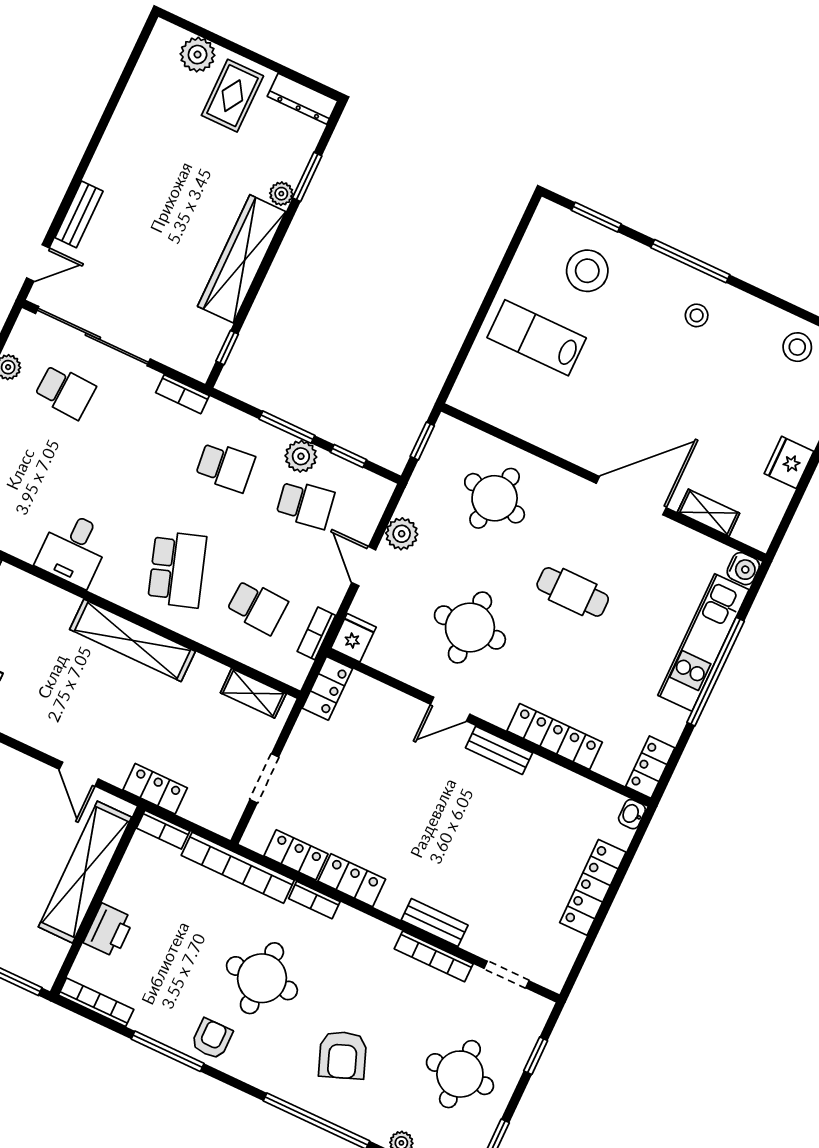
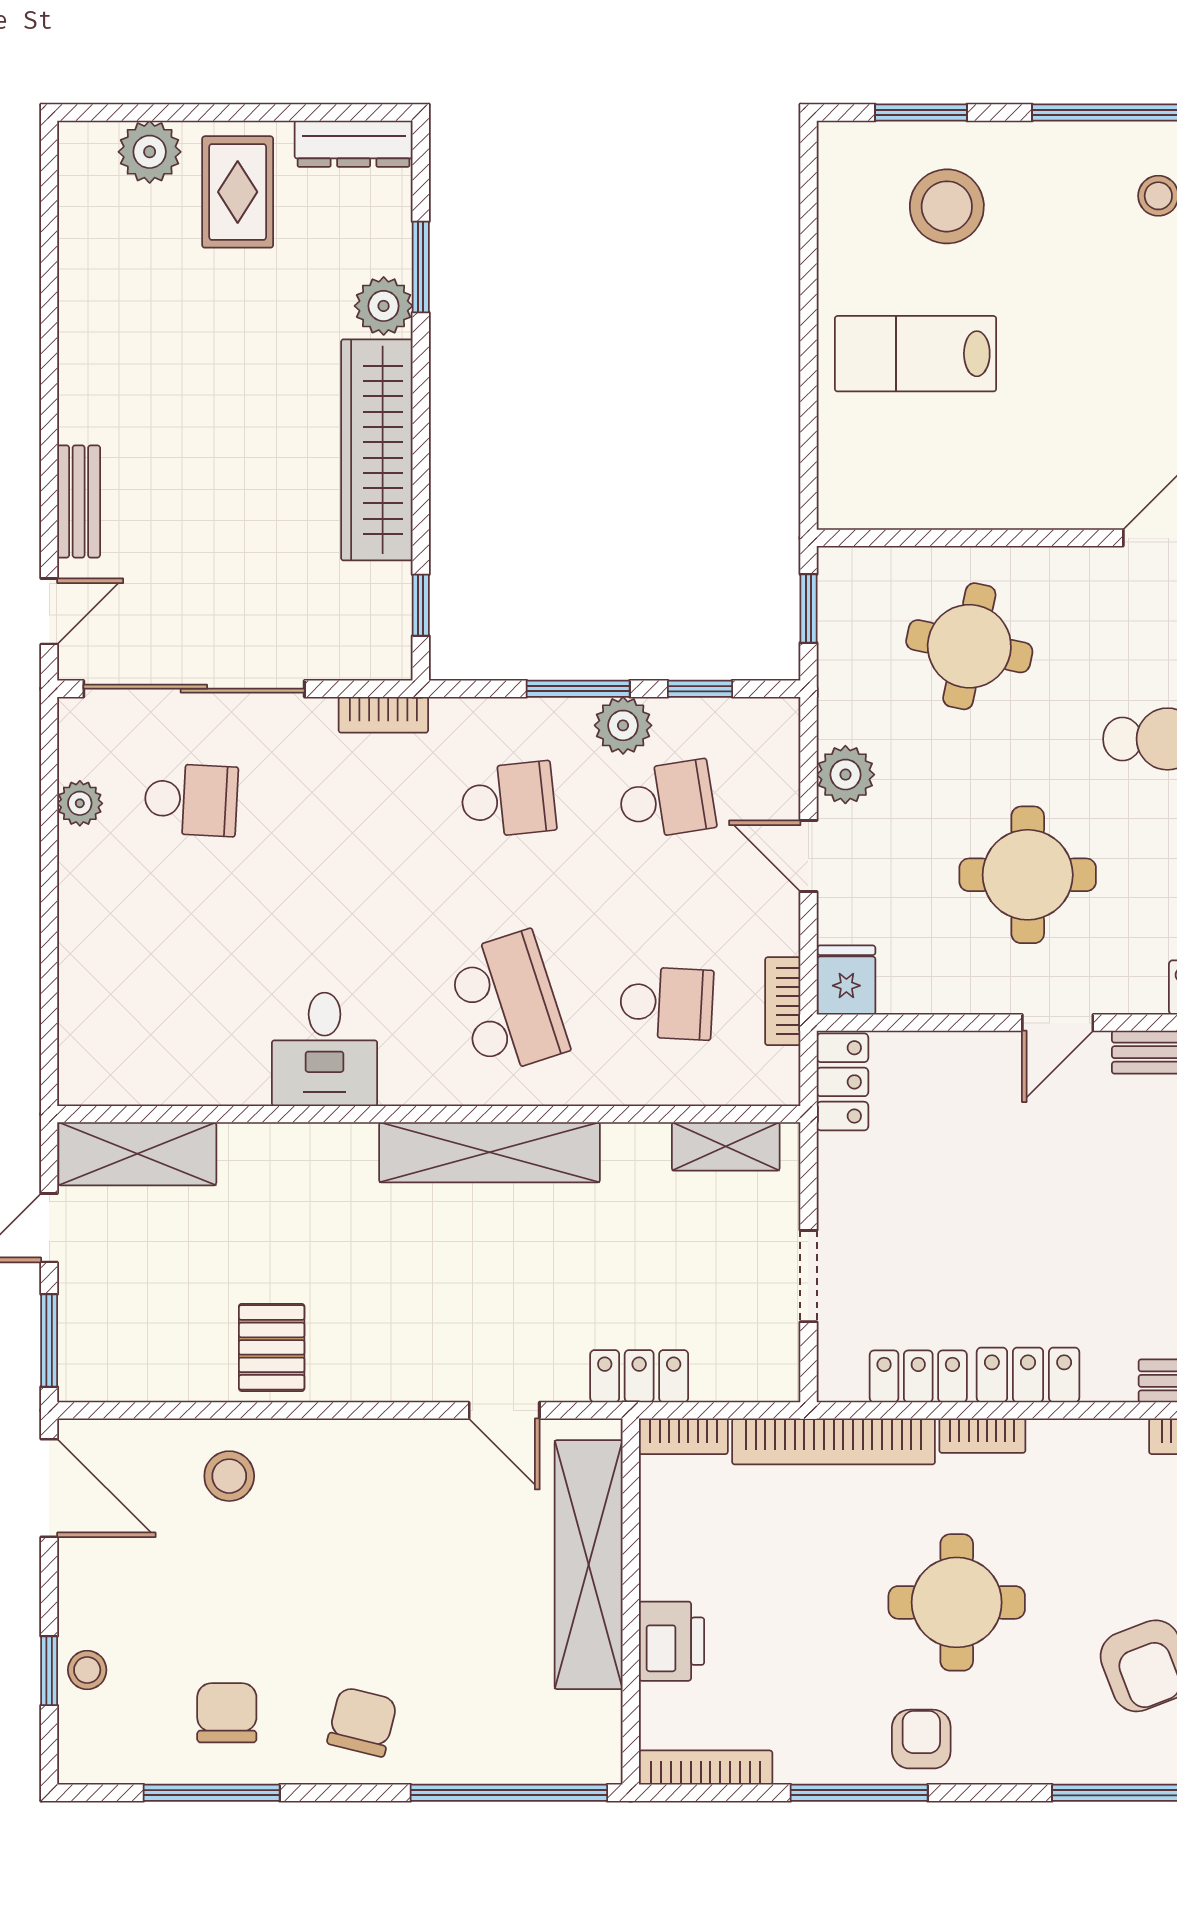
plant: (281, 194) -> (384, 306), width x1.38, depth x1.38

